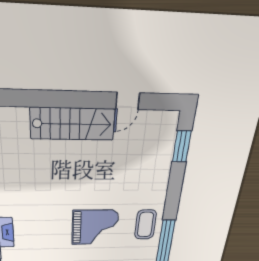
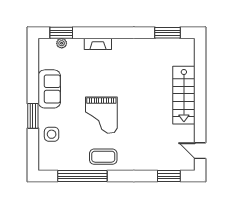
door: (128, 101) -> (200, 151), moved

